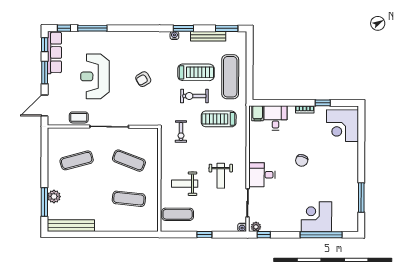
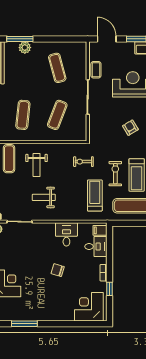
desk: (262, 175) -> (66, 234), moved
weight bench: (185, 184) -> (37, 165), turned 180

